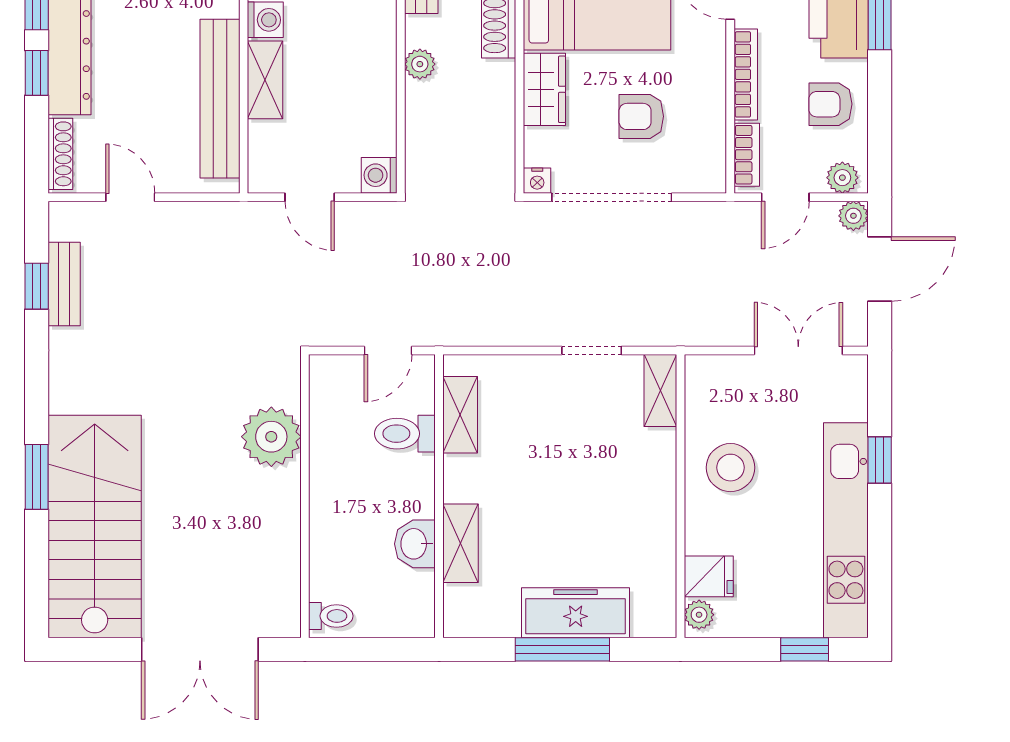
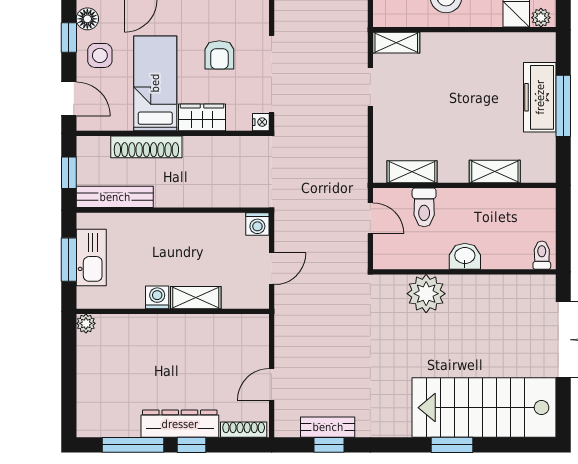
plant: (420, 64) -> (186, 198), removed
bench: (220, 99) -> (208, 327), removed
washbasin: (415, 544) -> (465, 256), moved, turned 180

